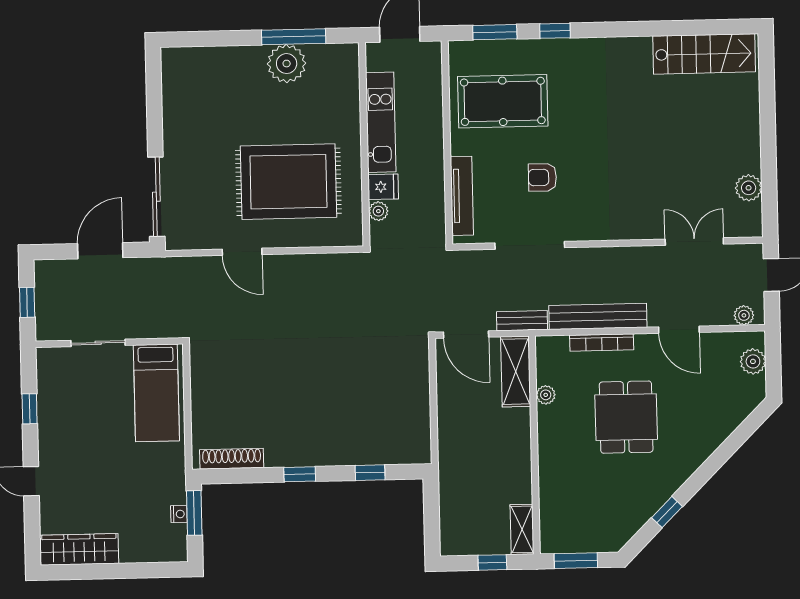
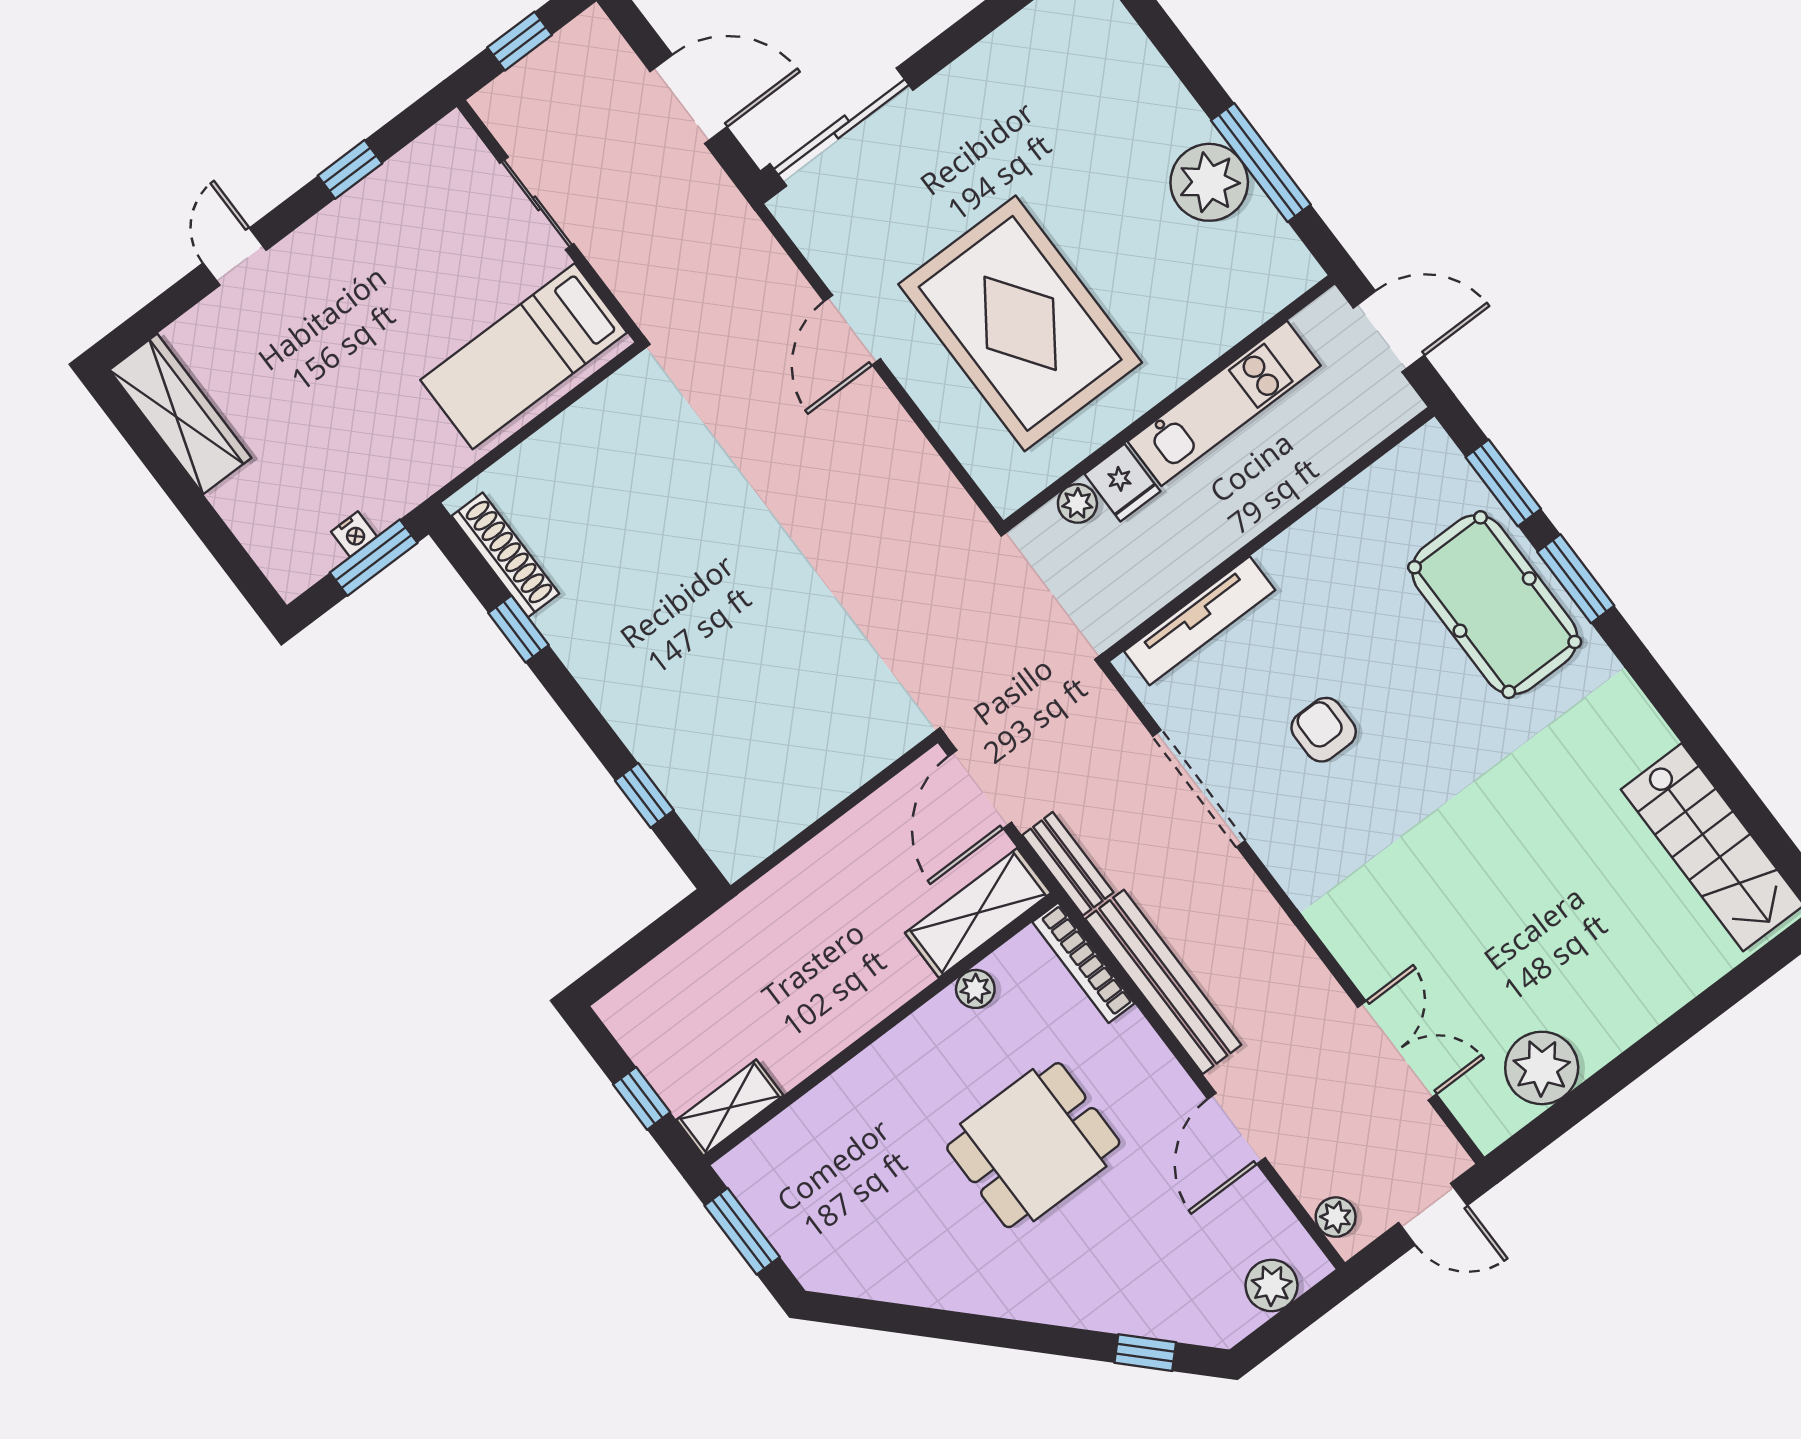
window: (555, 31) -> (1576, 579), width x1.50
pool table: (503, 101) -> (1495, 605), moved
plant: (749, 188) -> (1542, 1068), width x1.36, depth x1.36
bookcase: (602, 342) -> (1083, 963), moved
window: (300, 474) -> (518, 629), moved
window: (667, 512) -> (1145, 1353), moved

